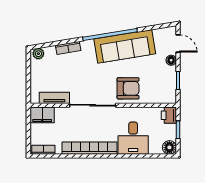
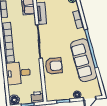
armchair: (128, 88) -> (54, 66), turned -90

